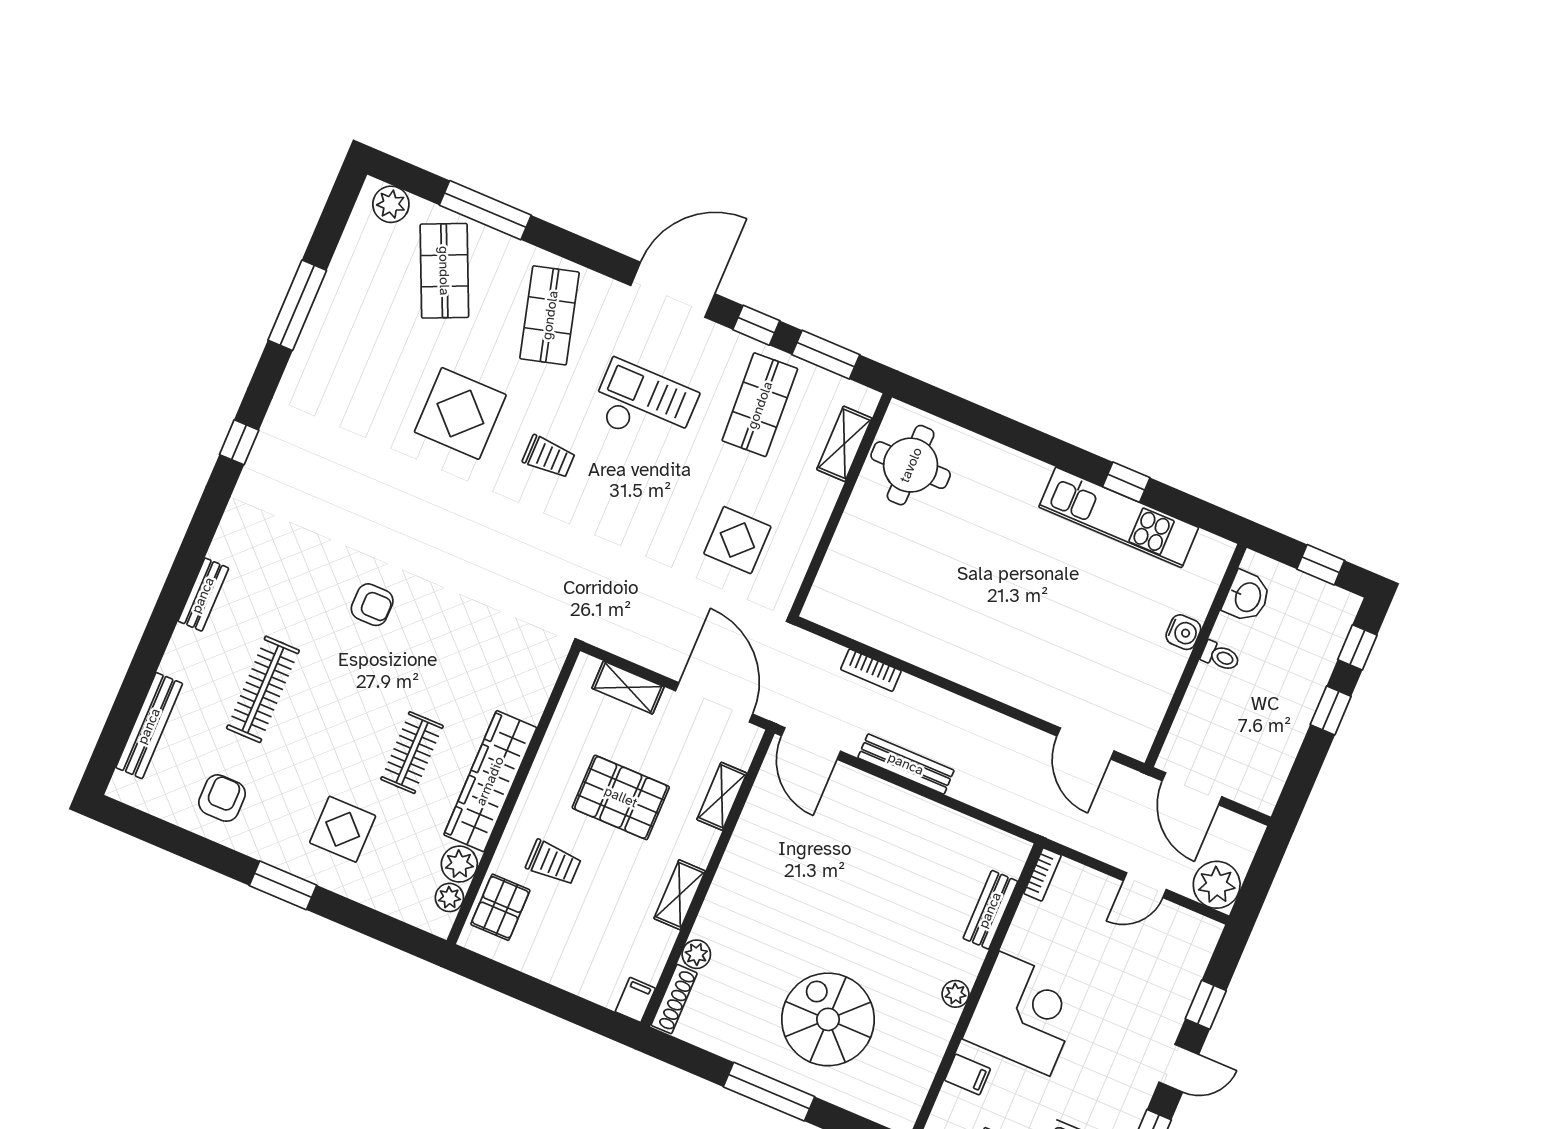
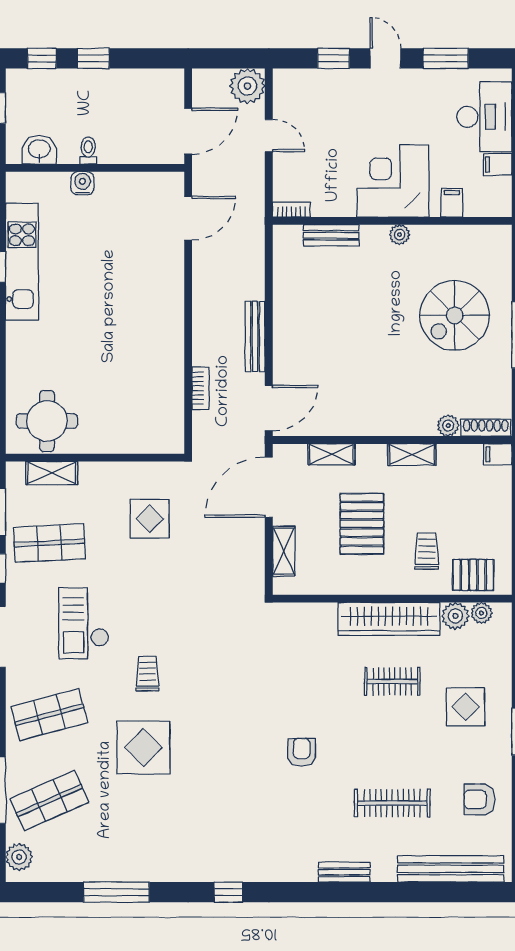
bench: (149, 726) -> (451, 869), width x1.37, depth x1.21

